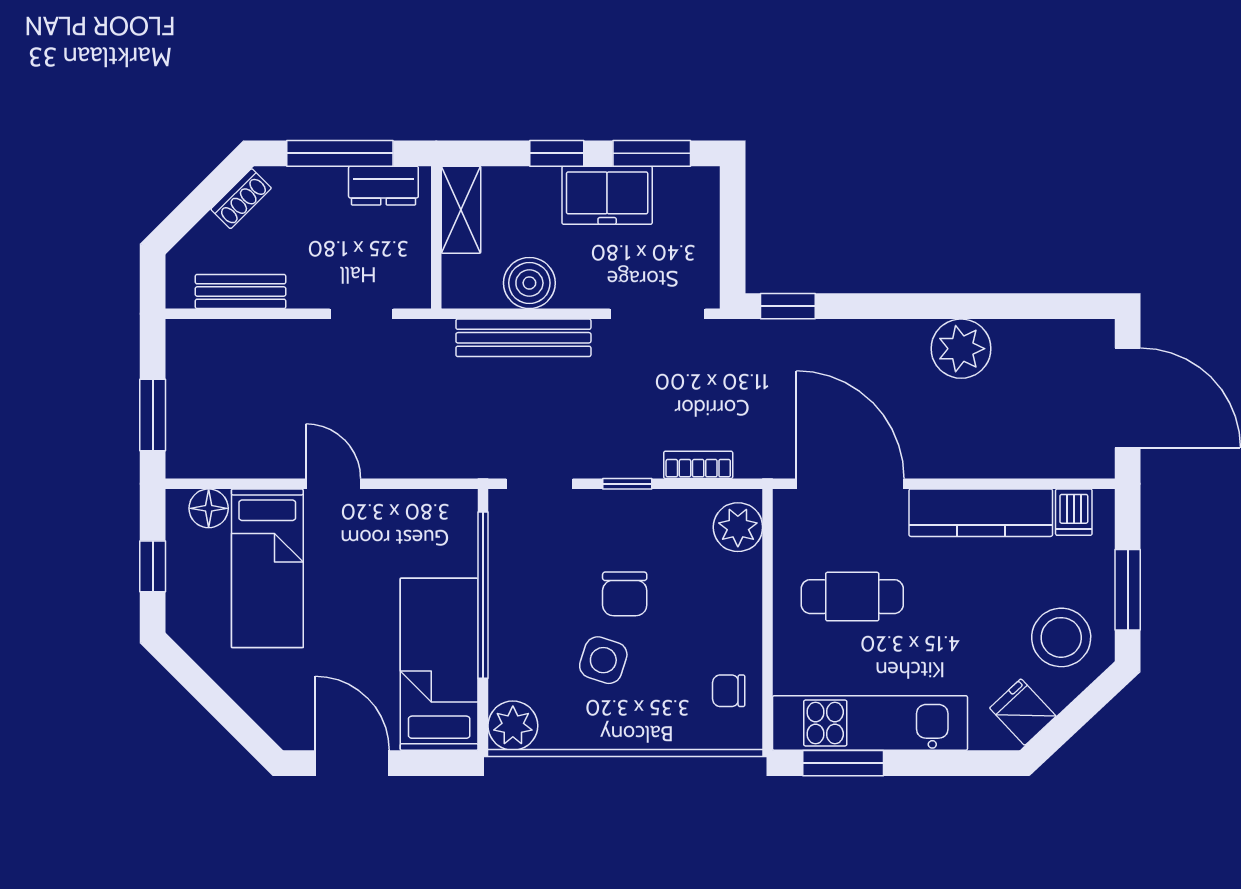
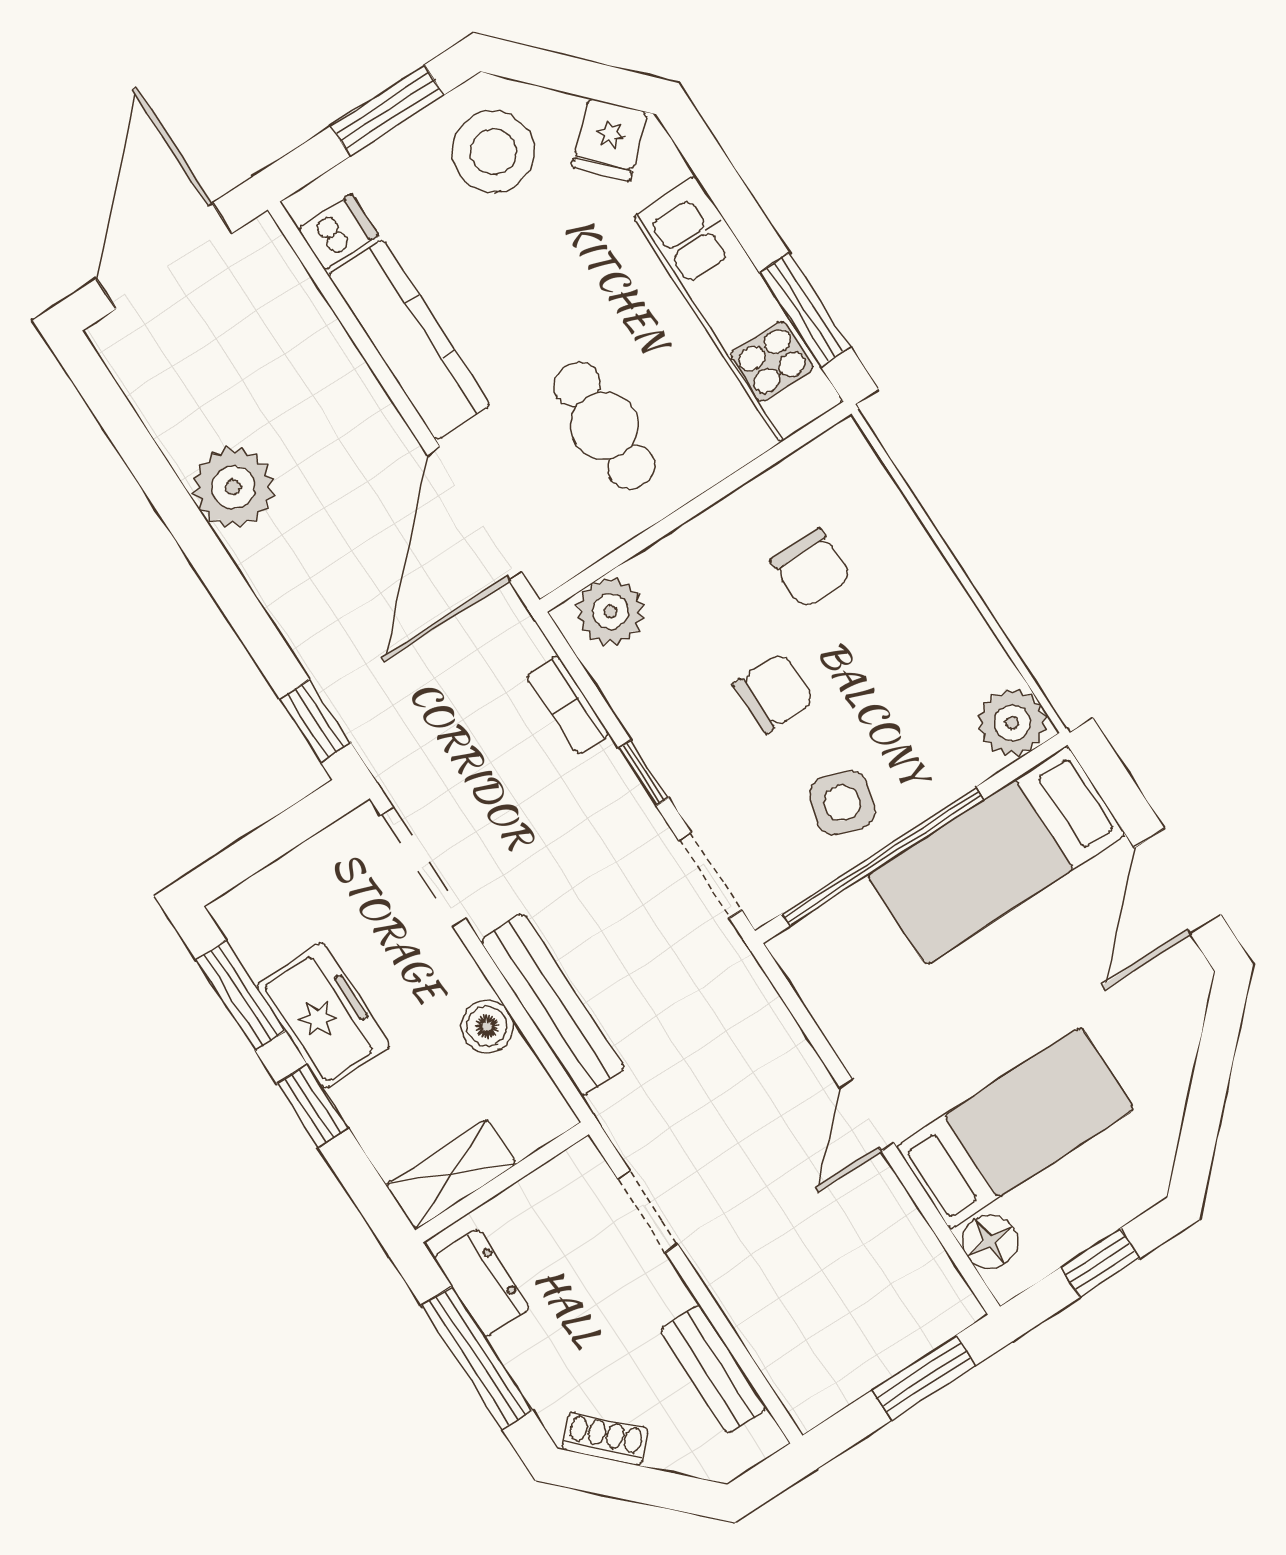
boiler: (529, 283) -> (487, 1026), width x0.73, depth x0.73
side table: (603, 660) -> (842, 803), moved
chair: (729, 691) -> (811, 568), moved, width x1.37, depth x1.37

